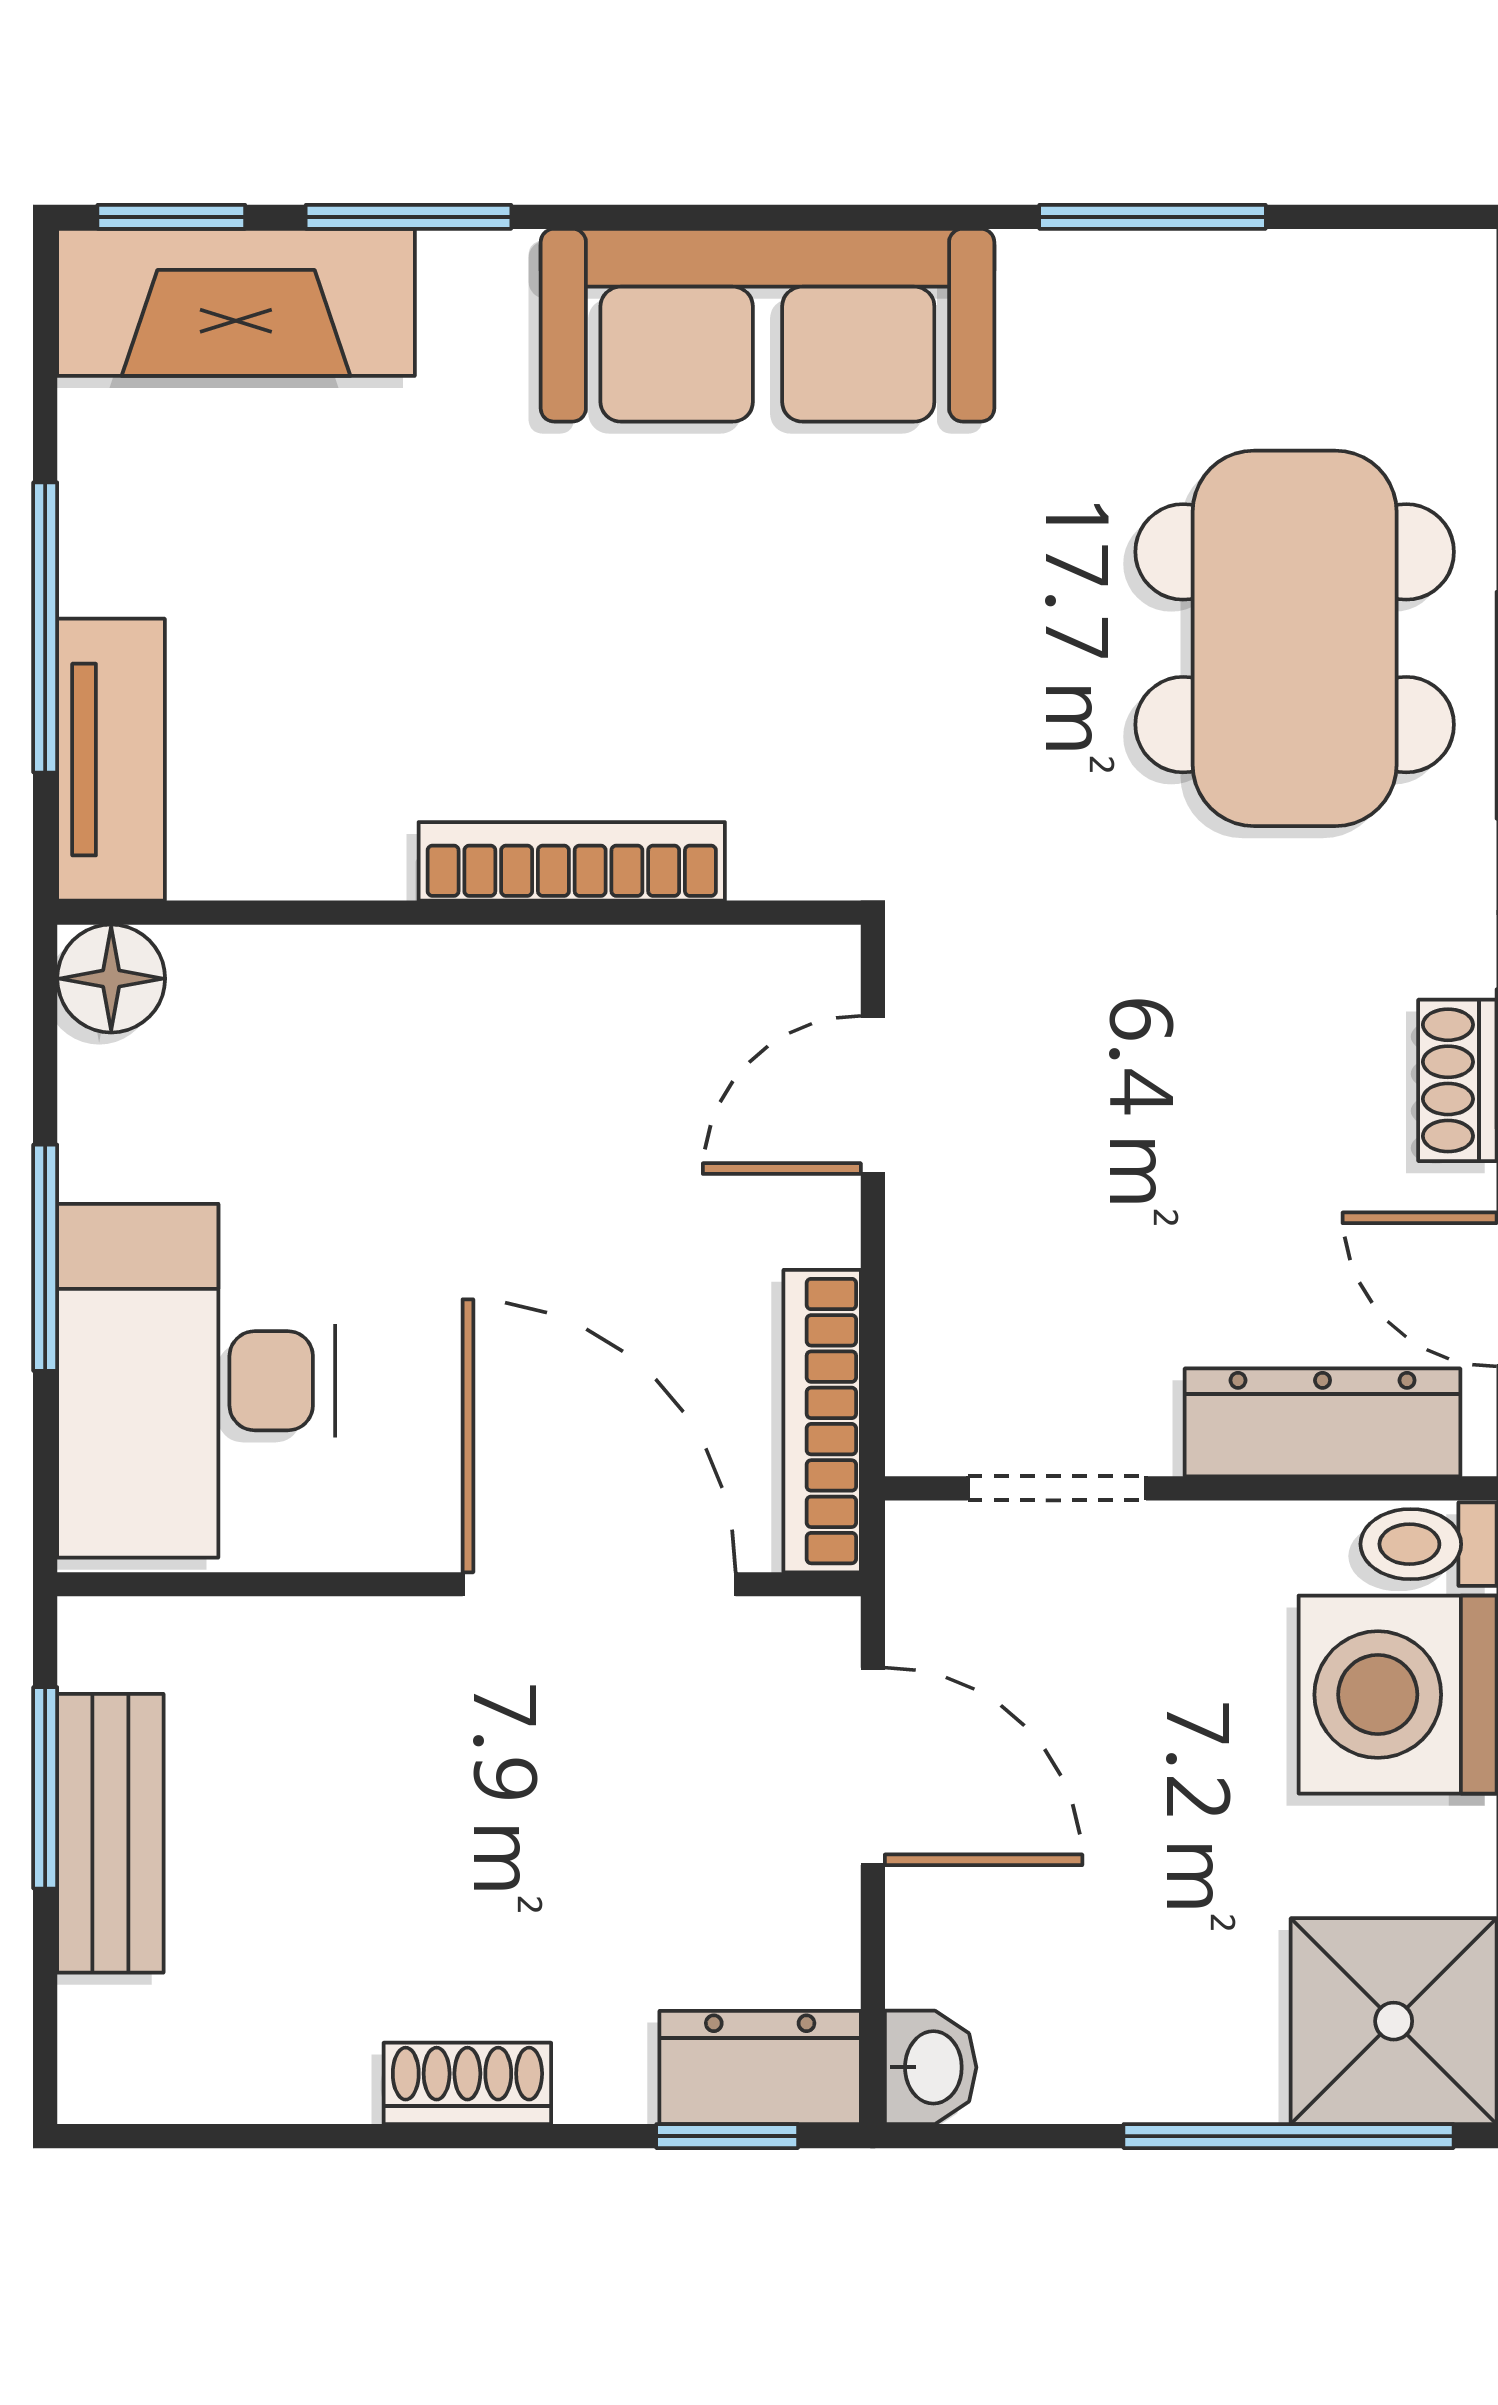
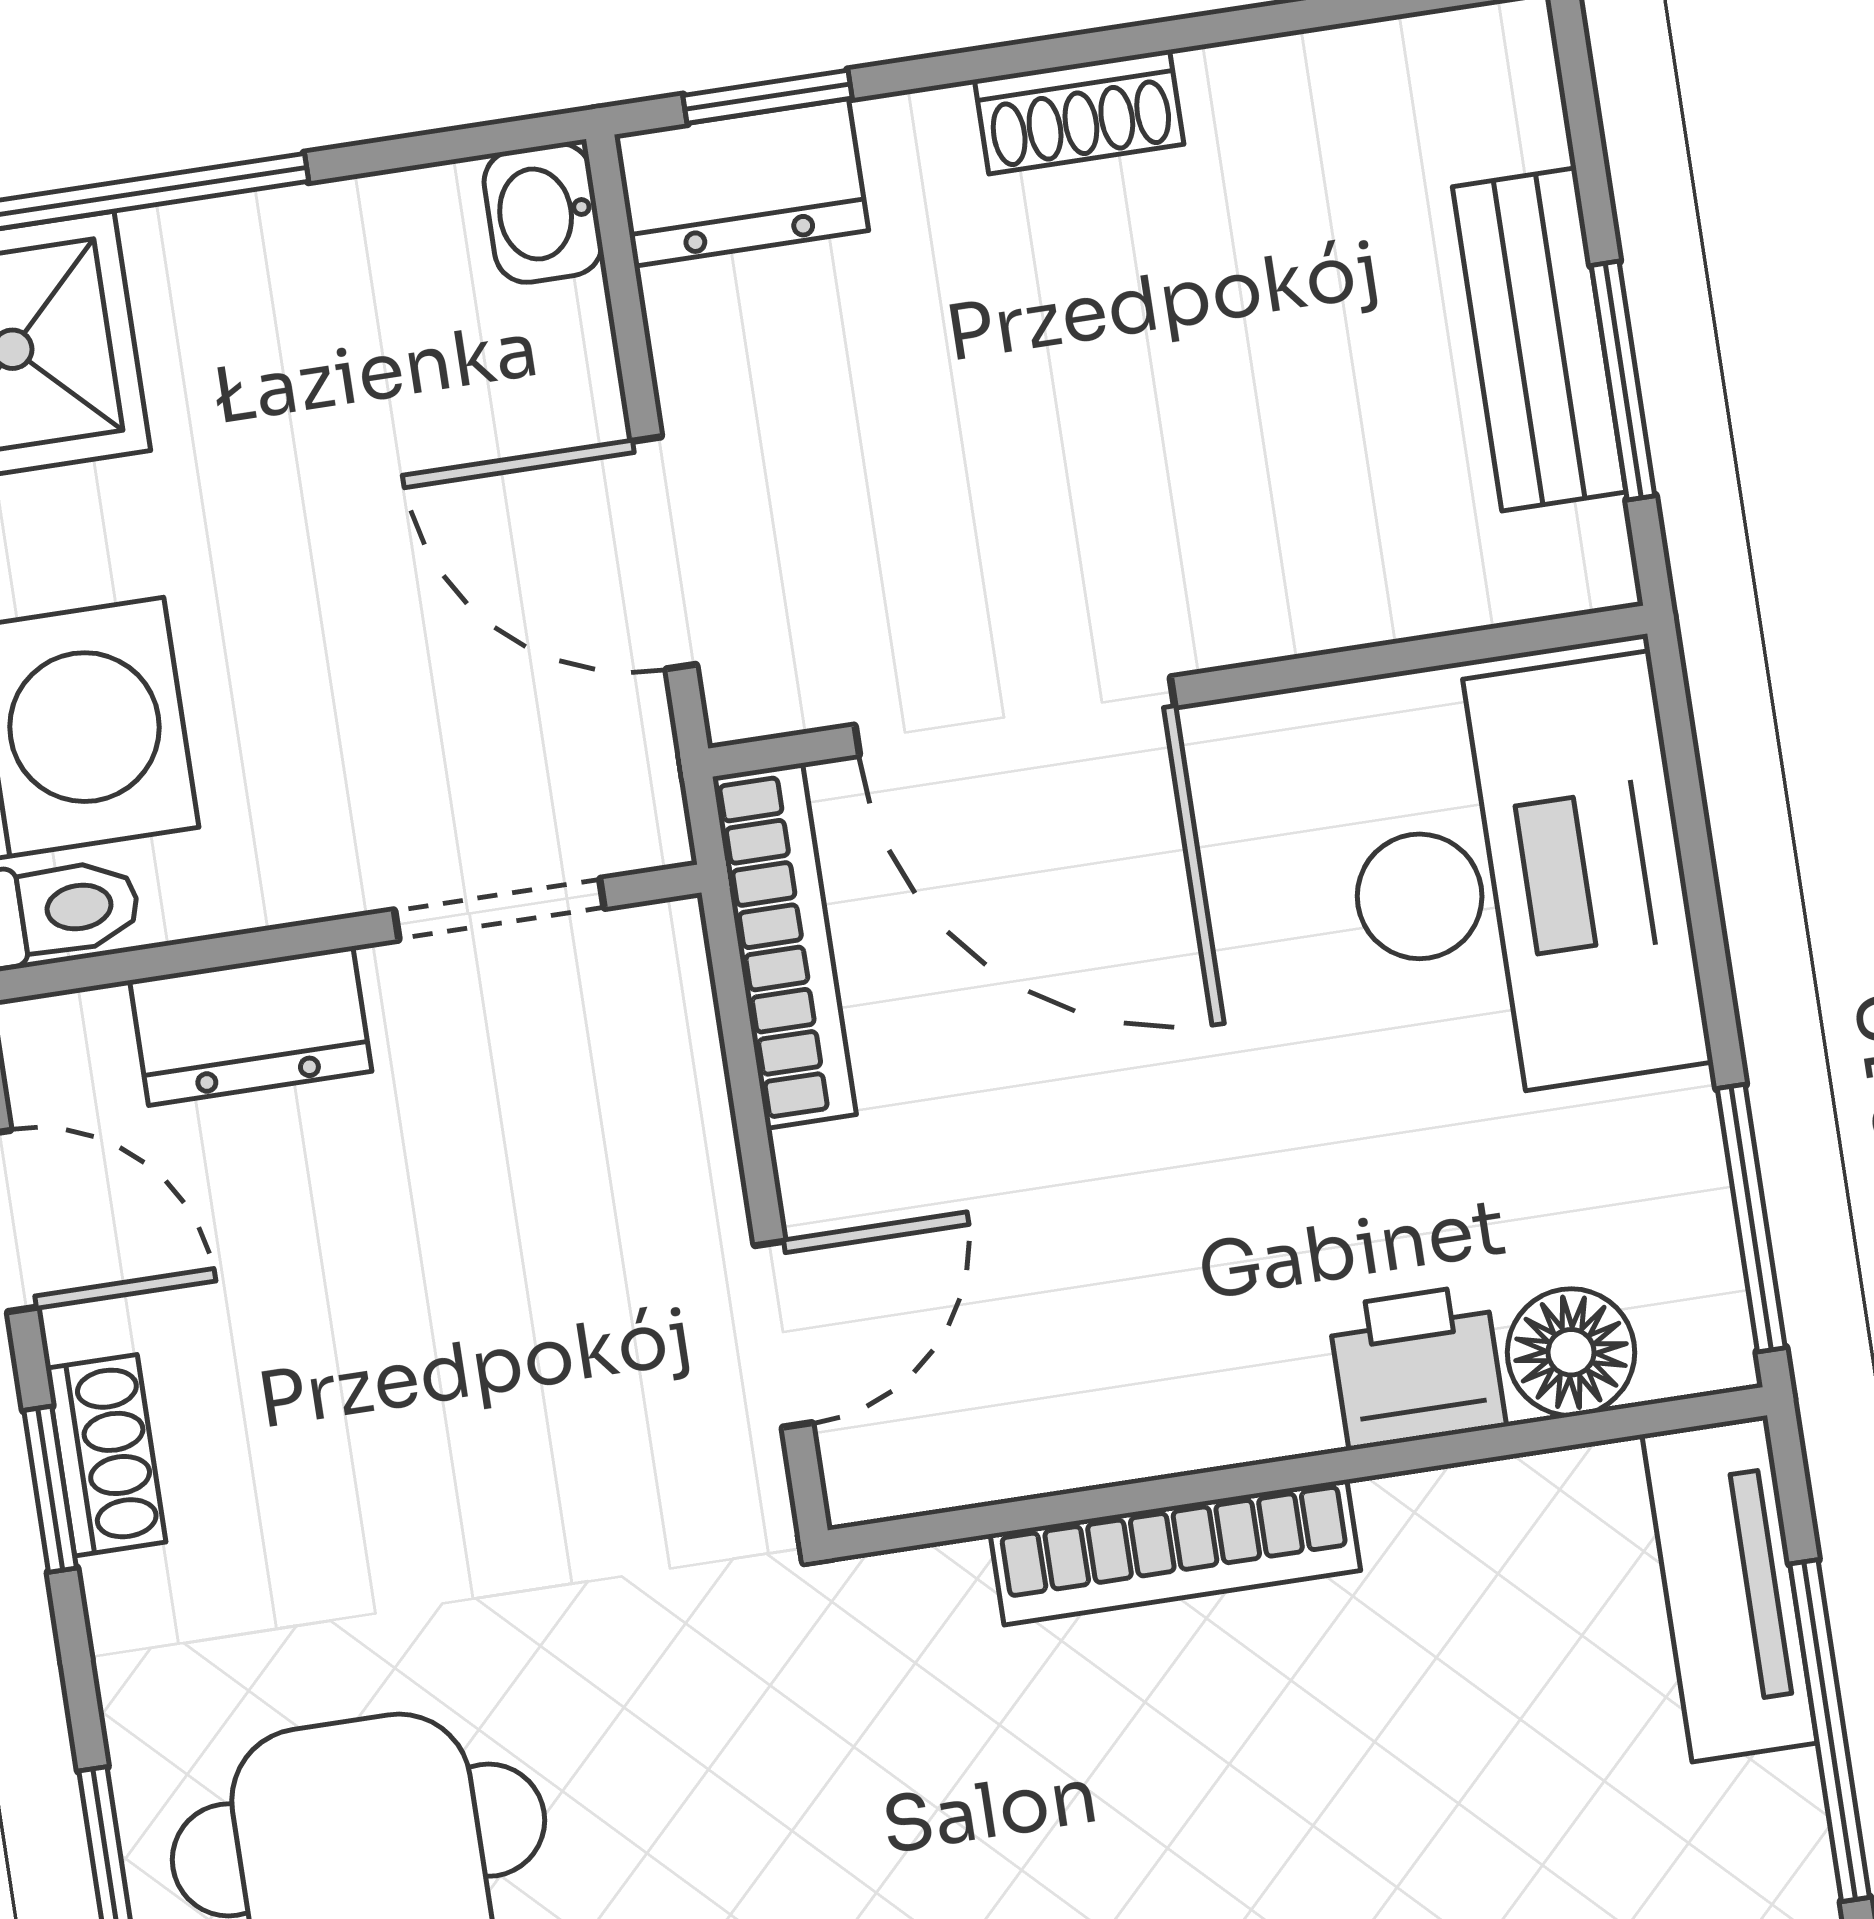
floor lamp: (111, 979) -> (1571, 1352), moved
printer: (345, 986) -> (1417, 1367), added
window: (45, 1258) -> (1751, 1218), moved
dresser: (1323, 1422) -> (251, 1026), width x0.70

